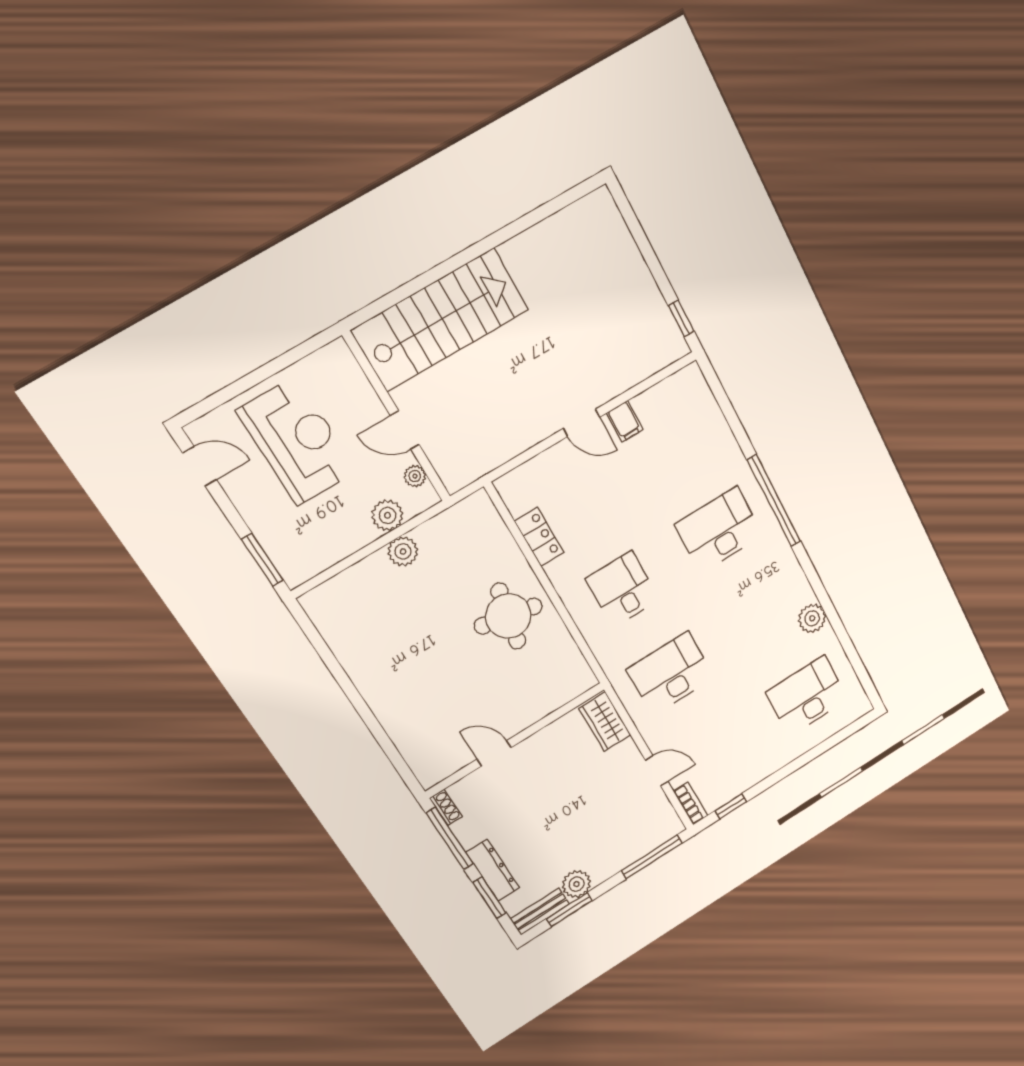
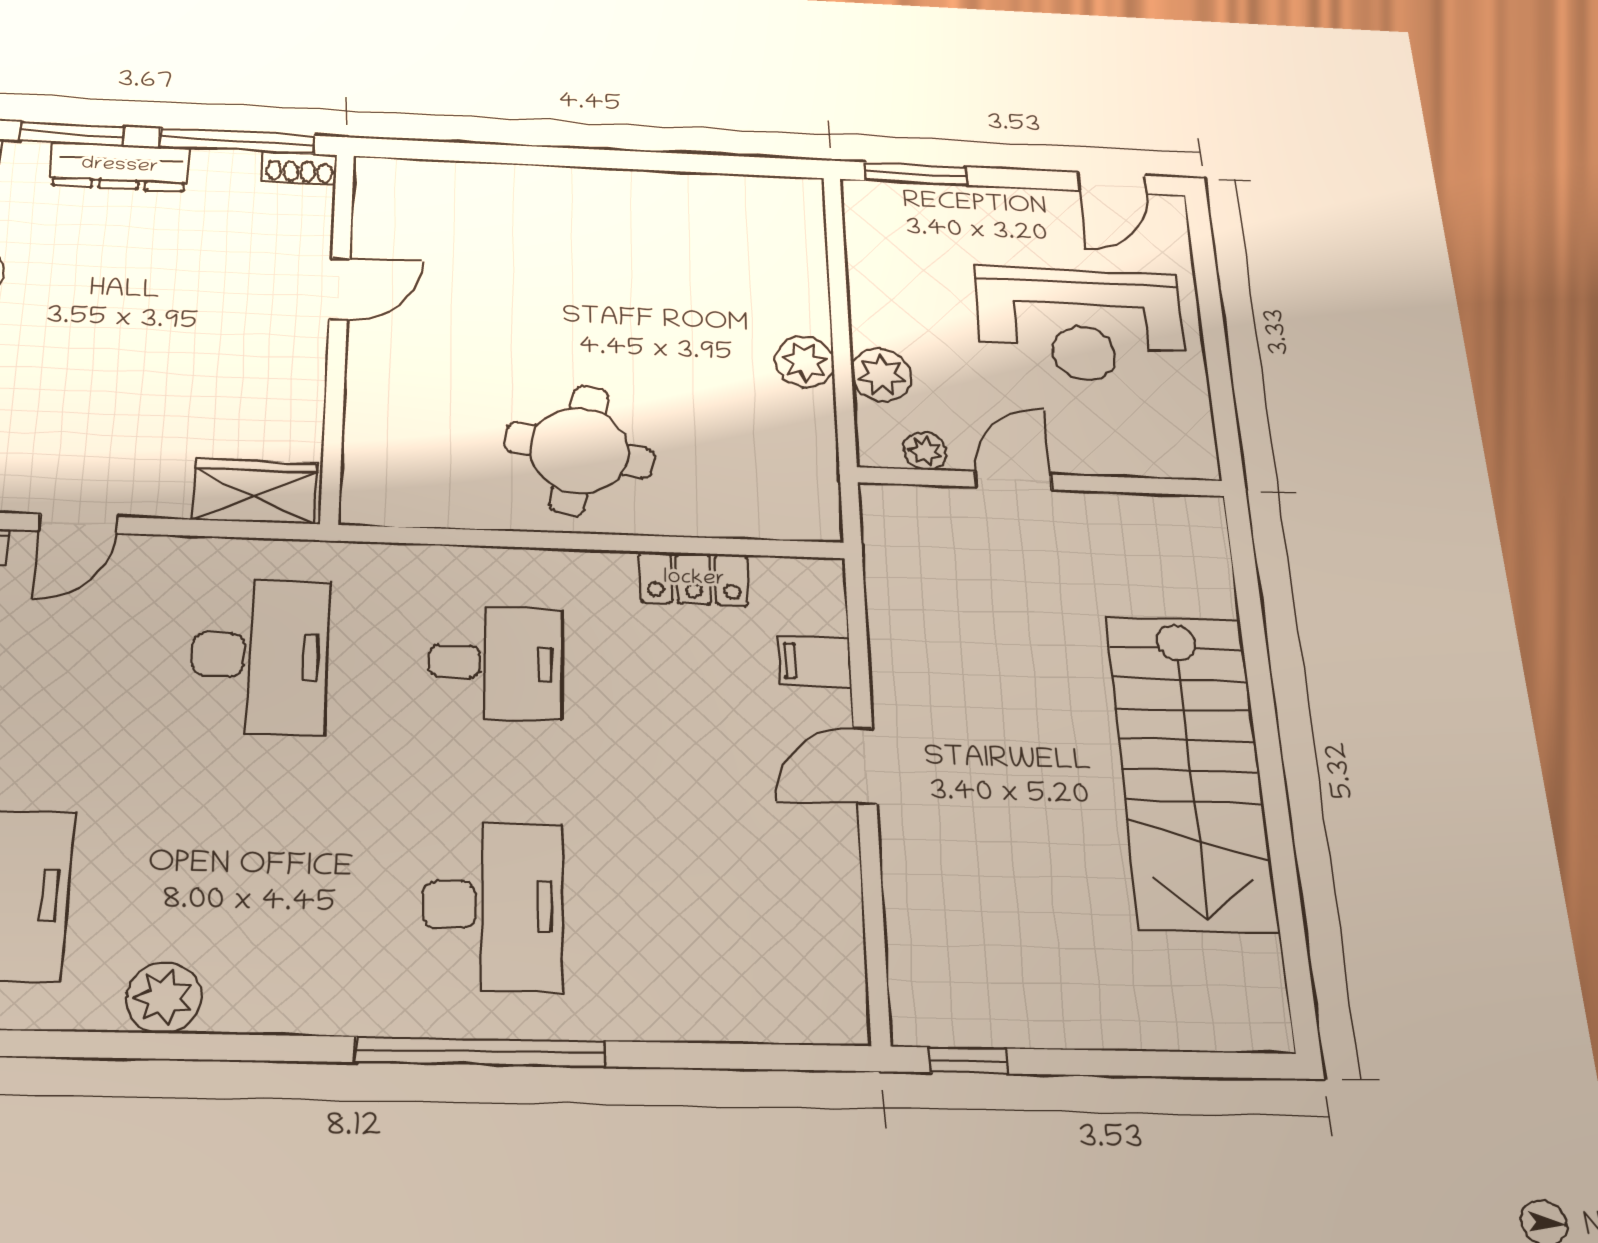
stairs: (440, 320) -> (1191, 771), moved
filing cabinet: (625, 421) -> (815, 661), moved

